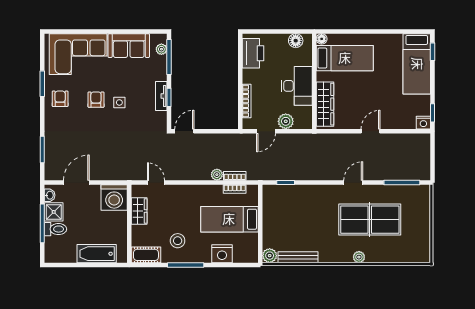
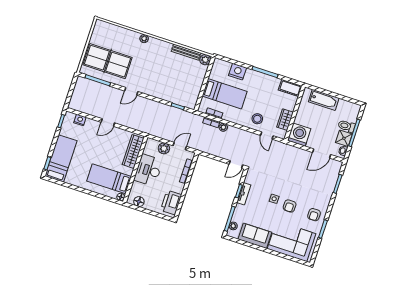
nightstand: (423, 123) -> (80, 120), moved
table tennis table: (370, 220) -> (108, 61), moved
stool: (178, 241) -> (257, 119), moved

